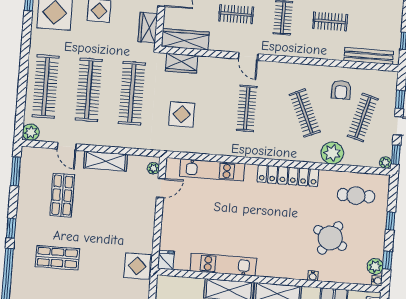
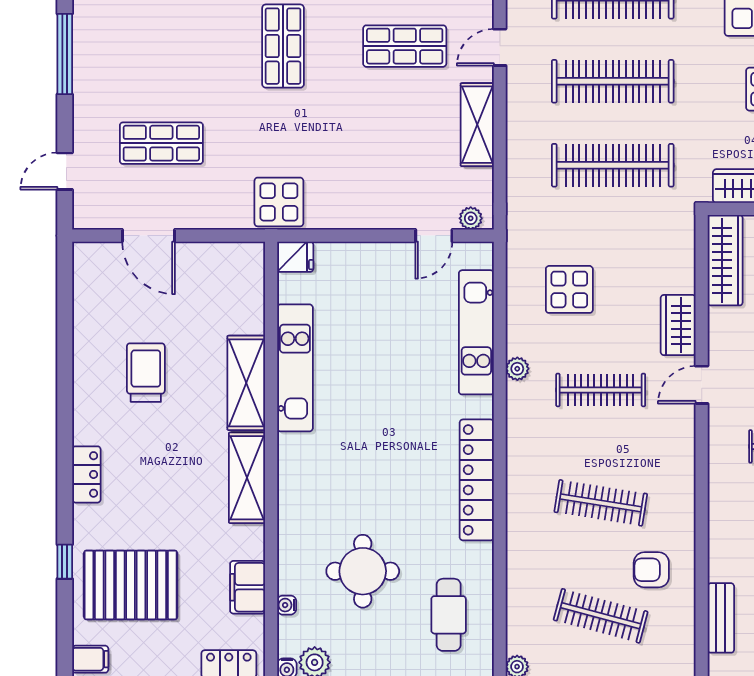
bench: (369, 56) -> (721, 618), width x0.73
wardrobe: (182, 63) -> (678, 325), moved
clothes rail: (305, 113) -> (601, 503), turned 33
display table: (182, 114) -> (569, 289), moved
plant: (332, 153) -> (517, 369), moved, width x0.53, depth x0.53
door: (161, 188) -> (434, 236), hinge flipped
round table: (330, 238) -> (363, 571), turned -30
water cooler: (313, 276) -> (287, 605), moved

